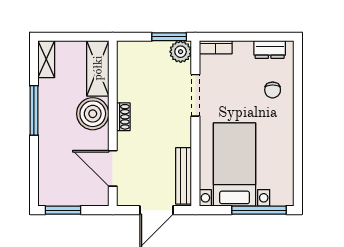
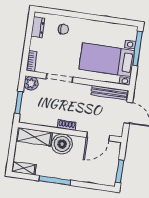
window: (169, 37) -> (19, 103), moved

